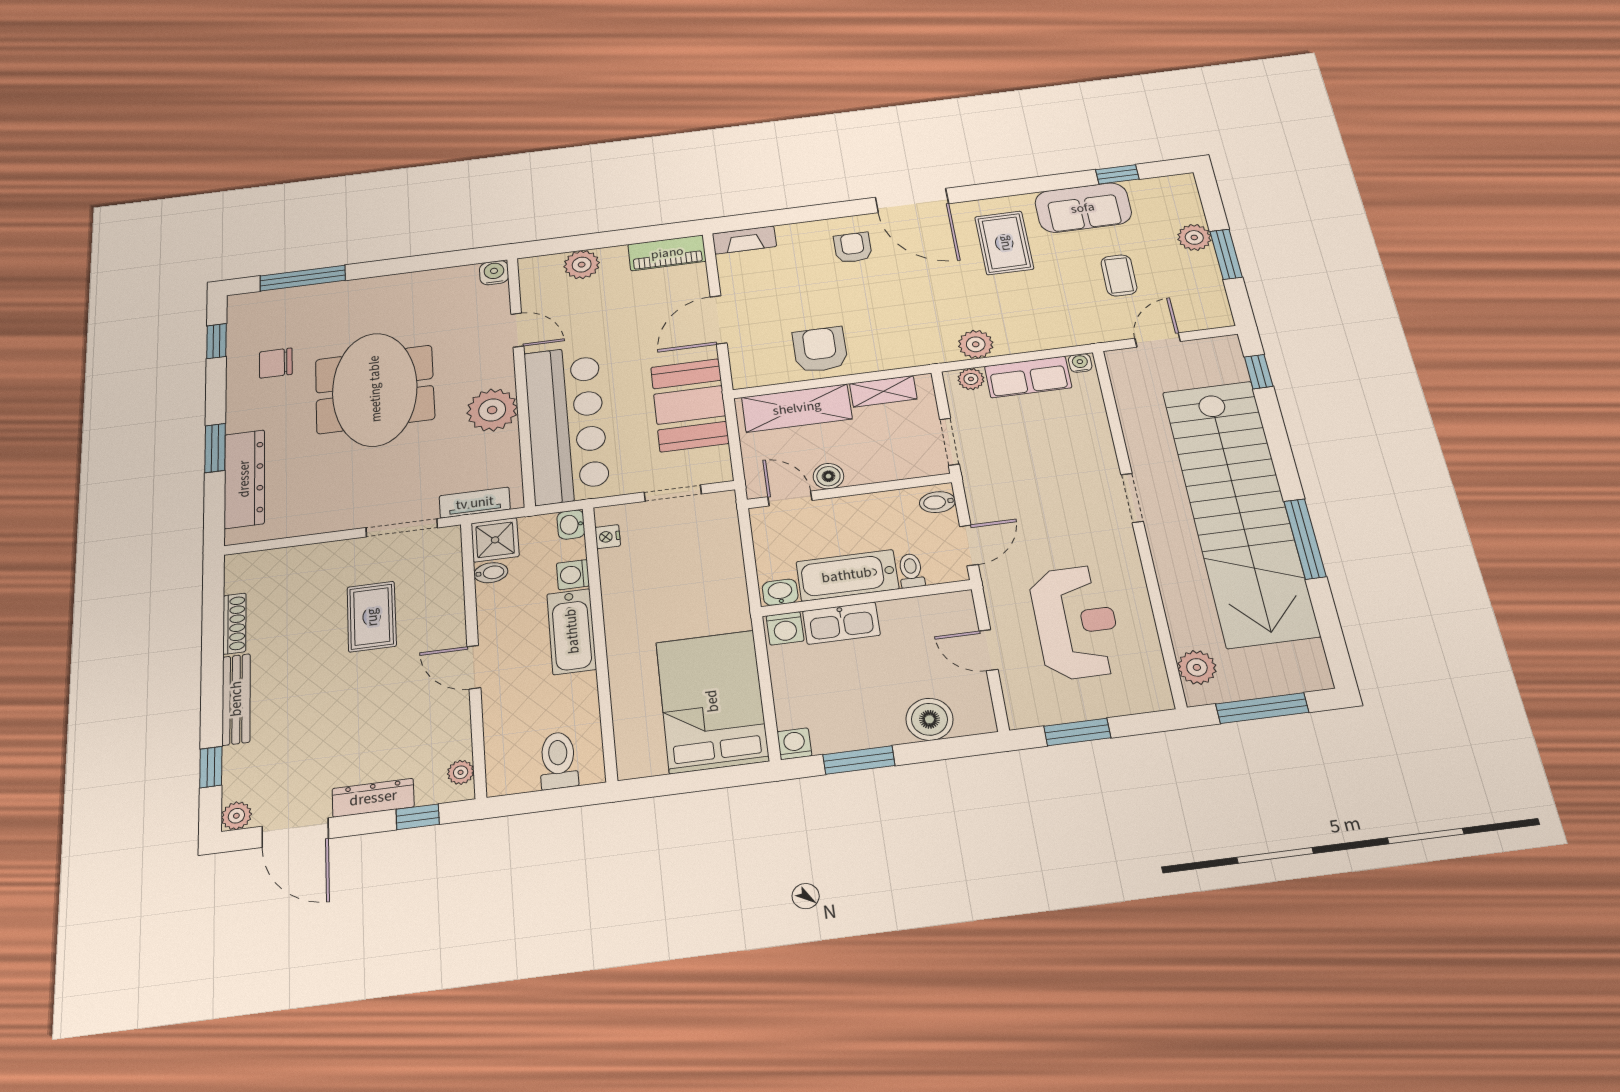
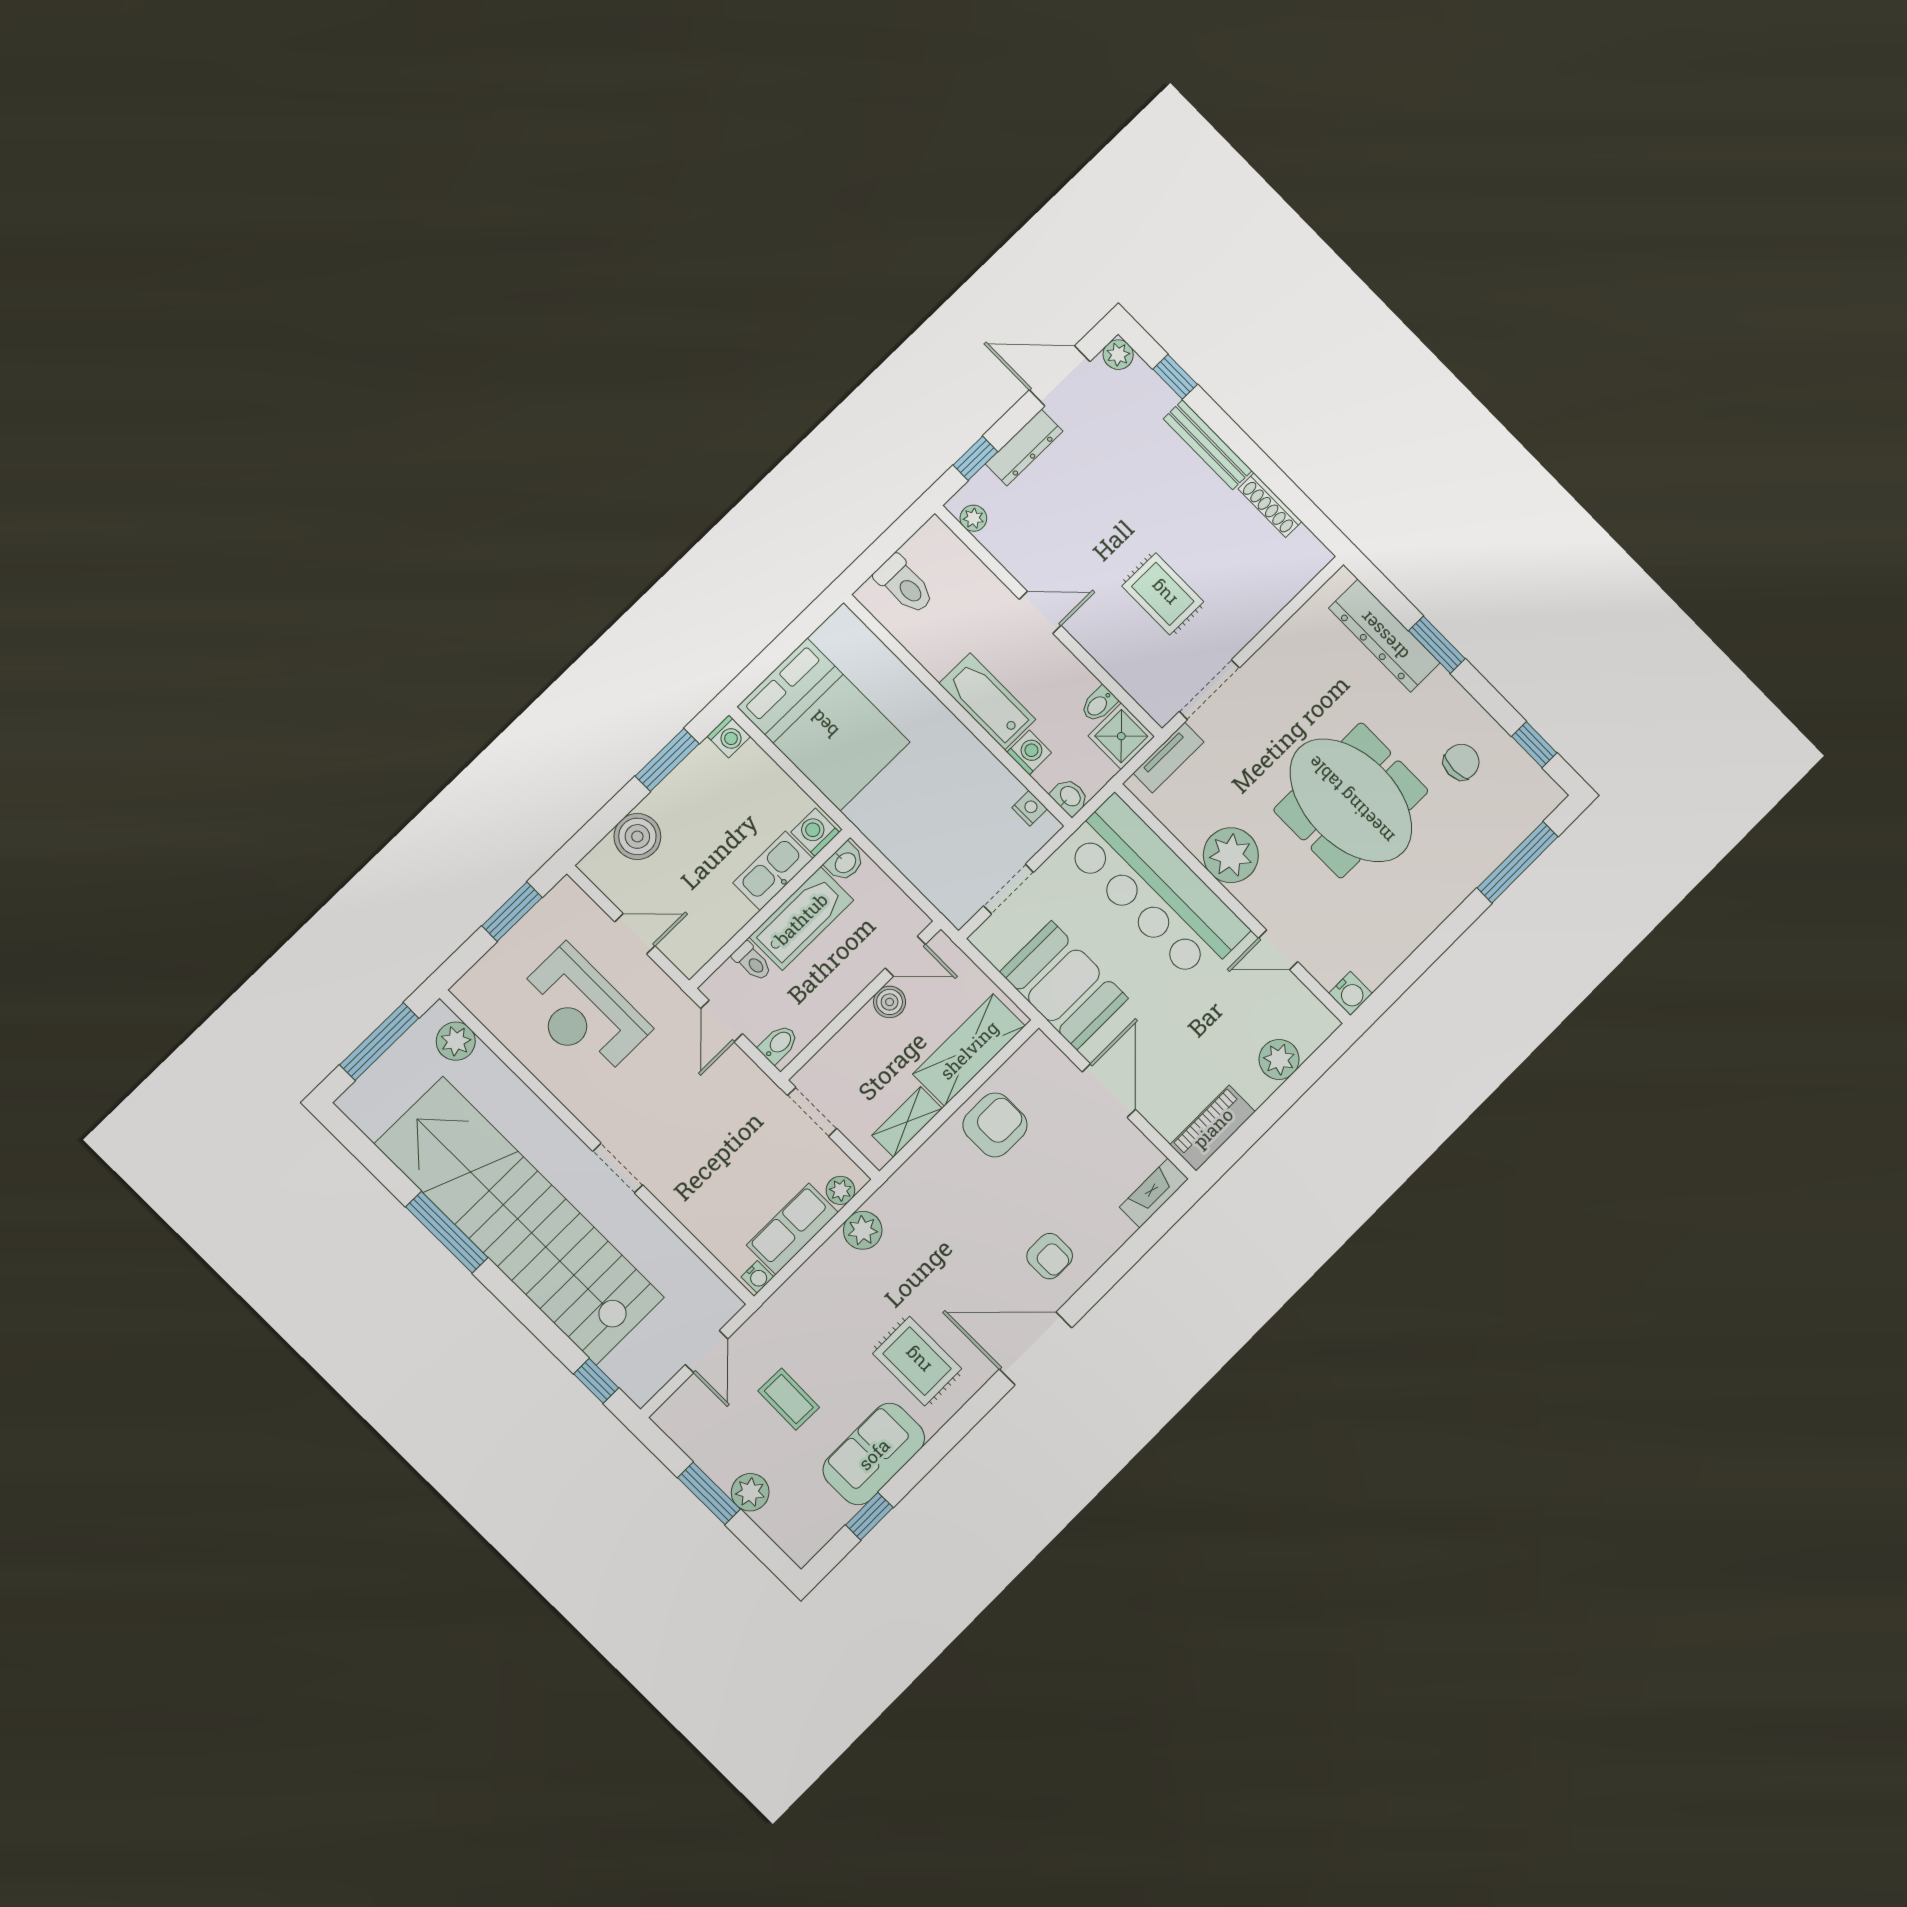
armchair: (820, 350) -> (995, 1125), turned -90

